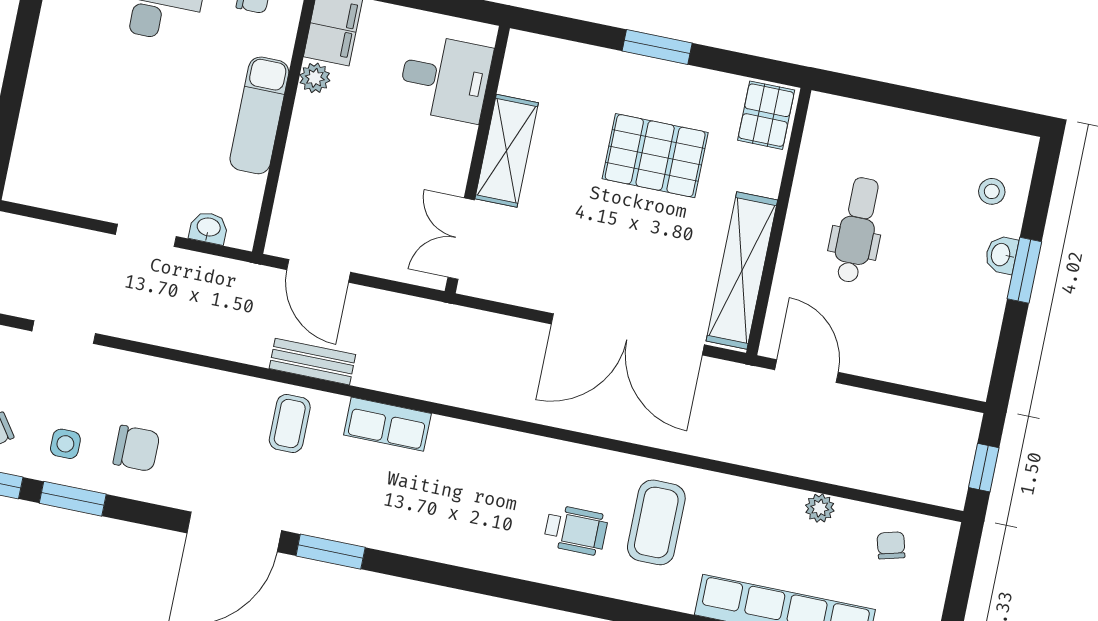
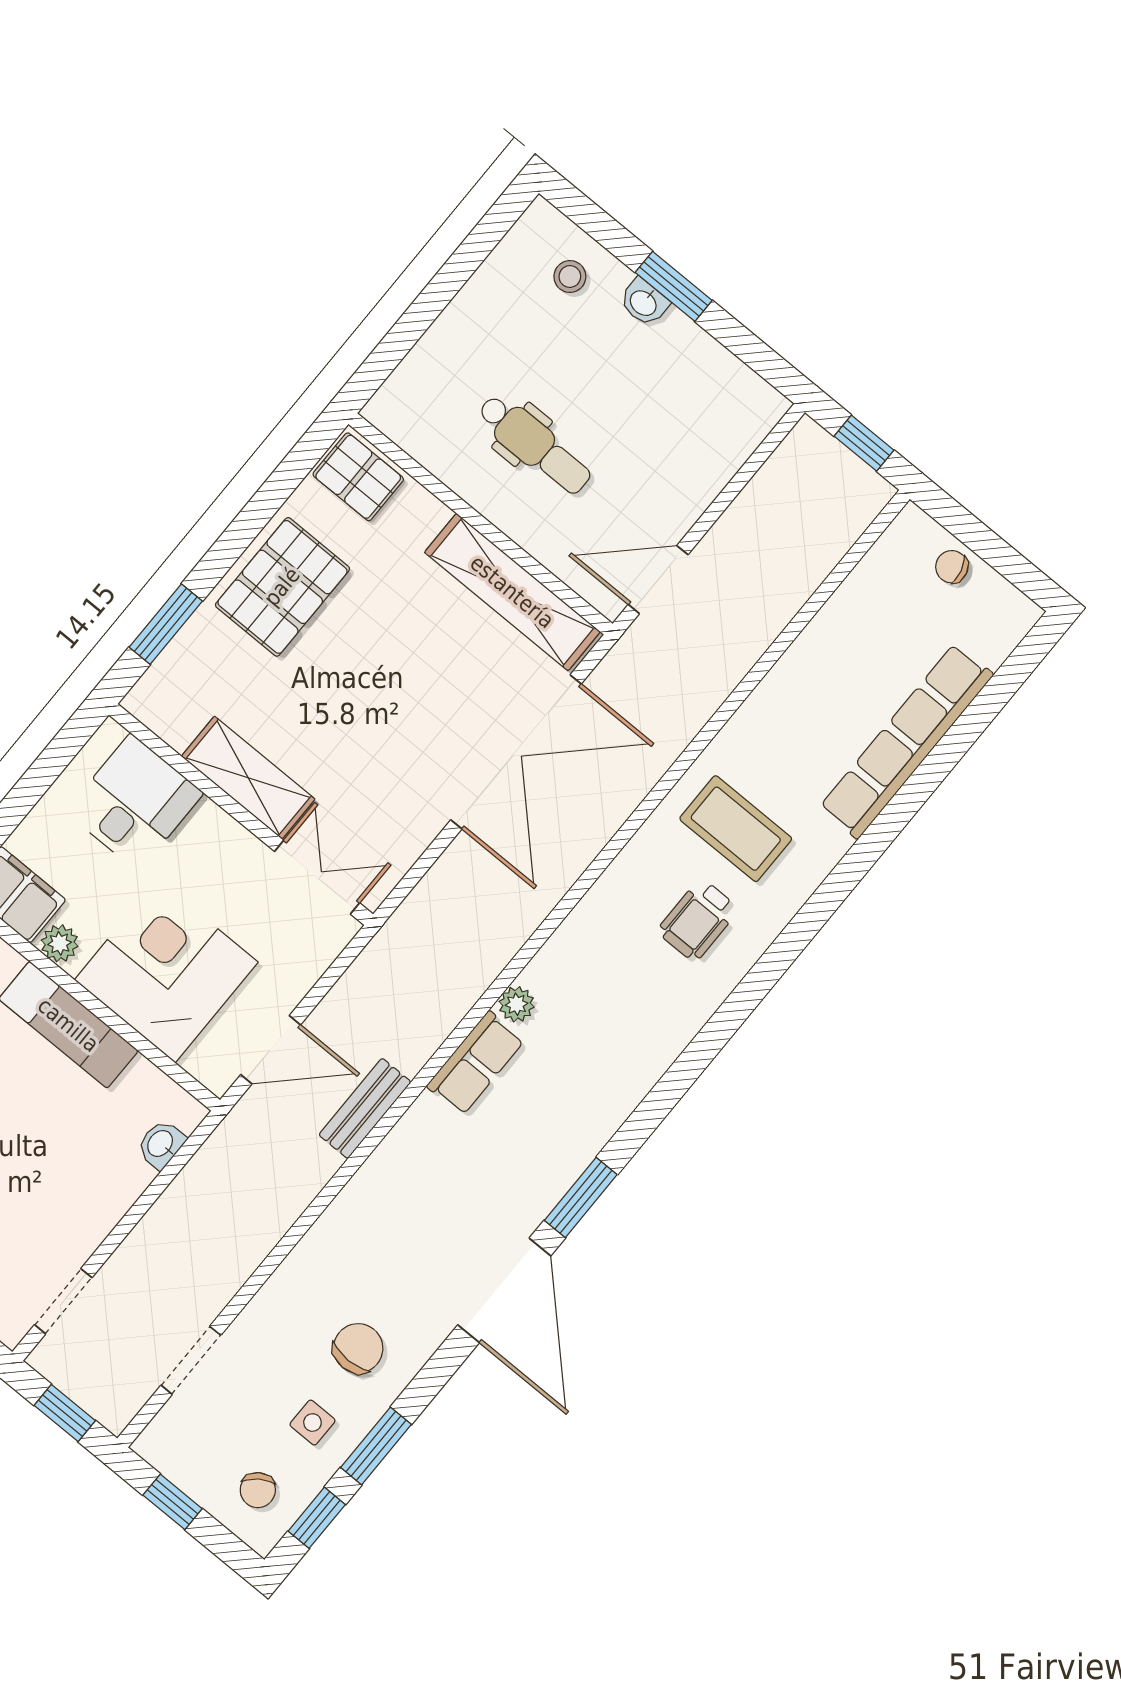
window: (657, 47) -> (166, 624), moved
pallet: (655, 156) -> (282, 587), moved
corner desk: (336, 165) -> (166, 971), added
dental chair: (857, 230) -> (534, 444), turned 180
doorway: (146, 235) -> (63, 1301), moved
double door: (461, 239) -> (317, 877), swing flipped
coffee table: (290, 423) -> (419, 1168), removed
plant: (820, 508) -> (517, 1004), moved
wheelchair: (576, 530) -> (698, 920), turned 180
chair: (891, 545) -> (952, 567), moved

